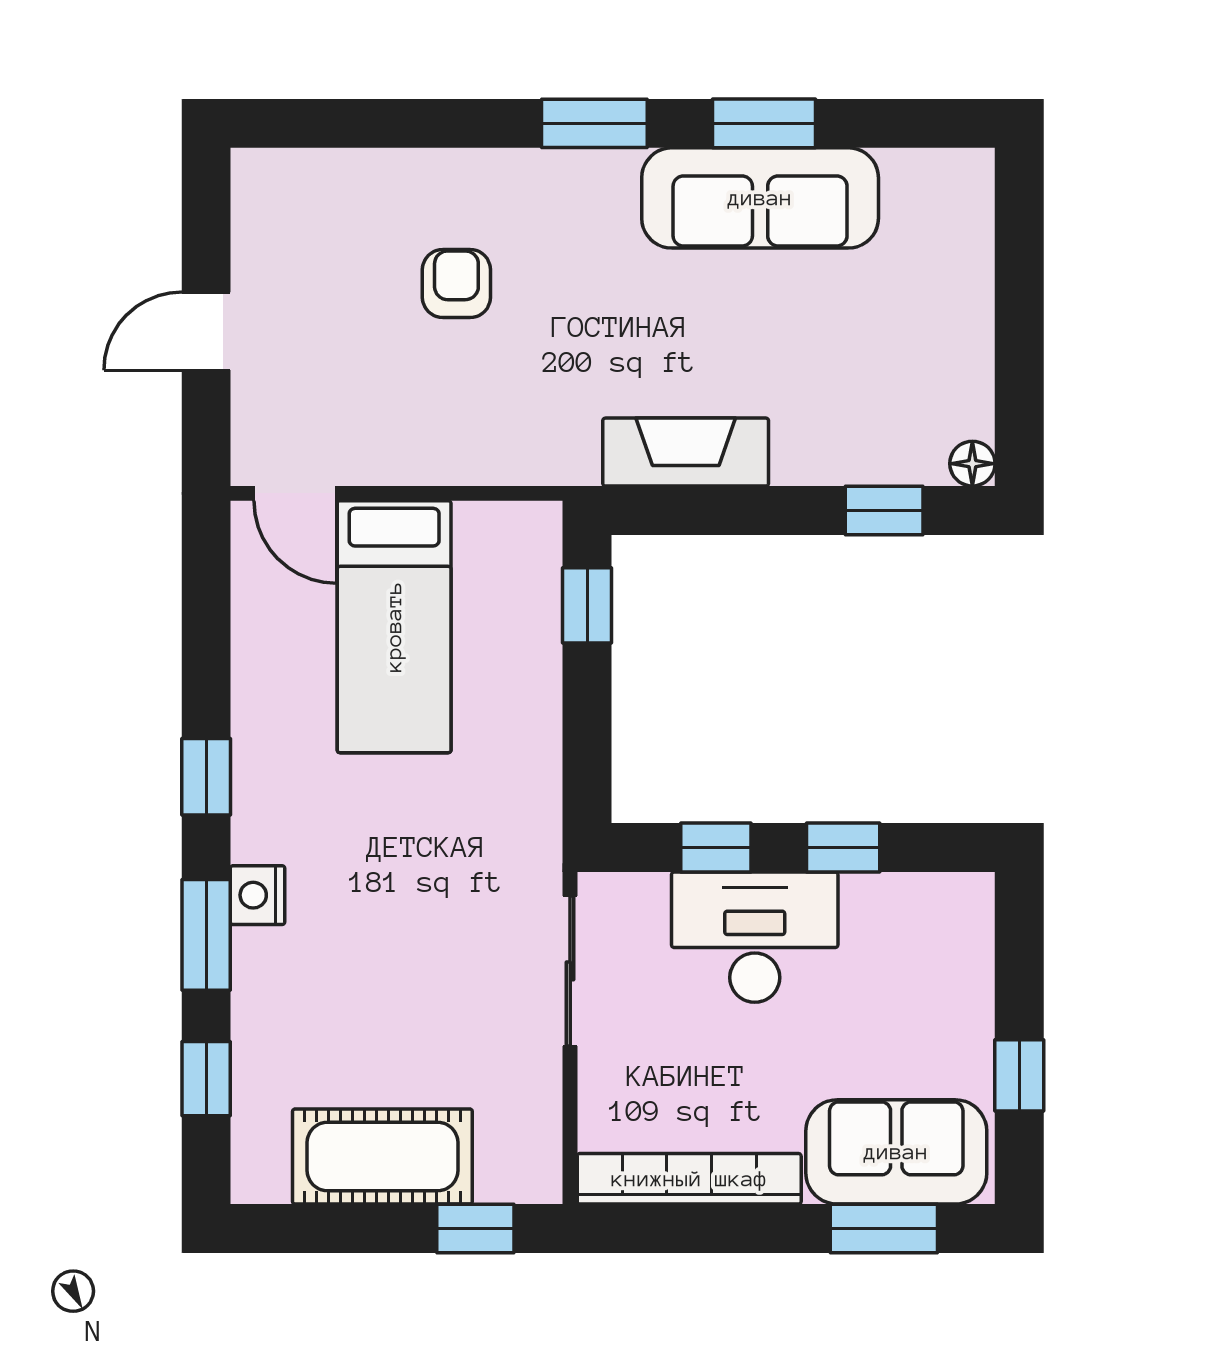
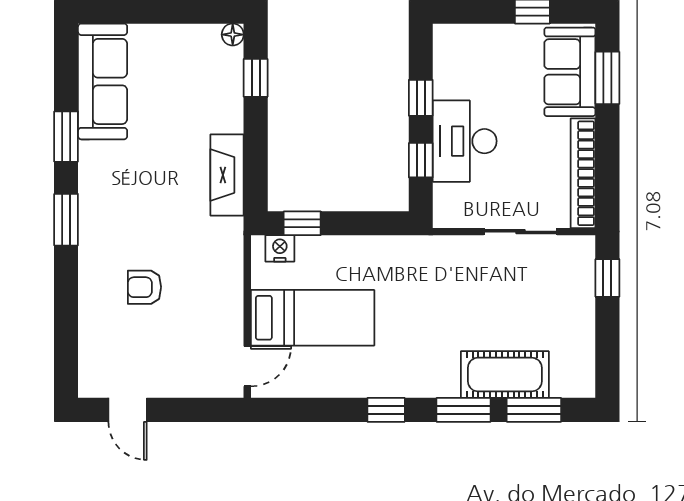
sofa: (760, 198) -> (103, 81), moved
door: (206, 331) -> (128, 410), moved
nightstand: (258, 895) -> (280, 248), moved, turned 180
sliding door: (570, 971) -> (520, 232), moved
window: (206, 1079) -> (534, 410), width x1.50
cot: (382, 1156) -> (505, 375), moved, turned 90

